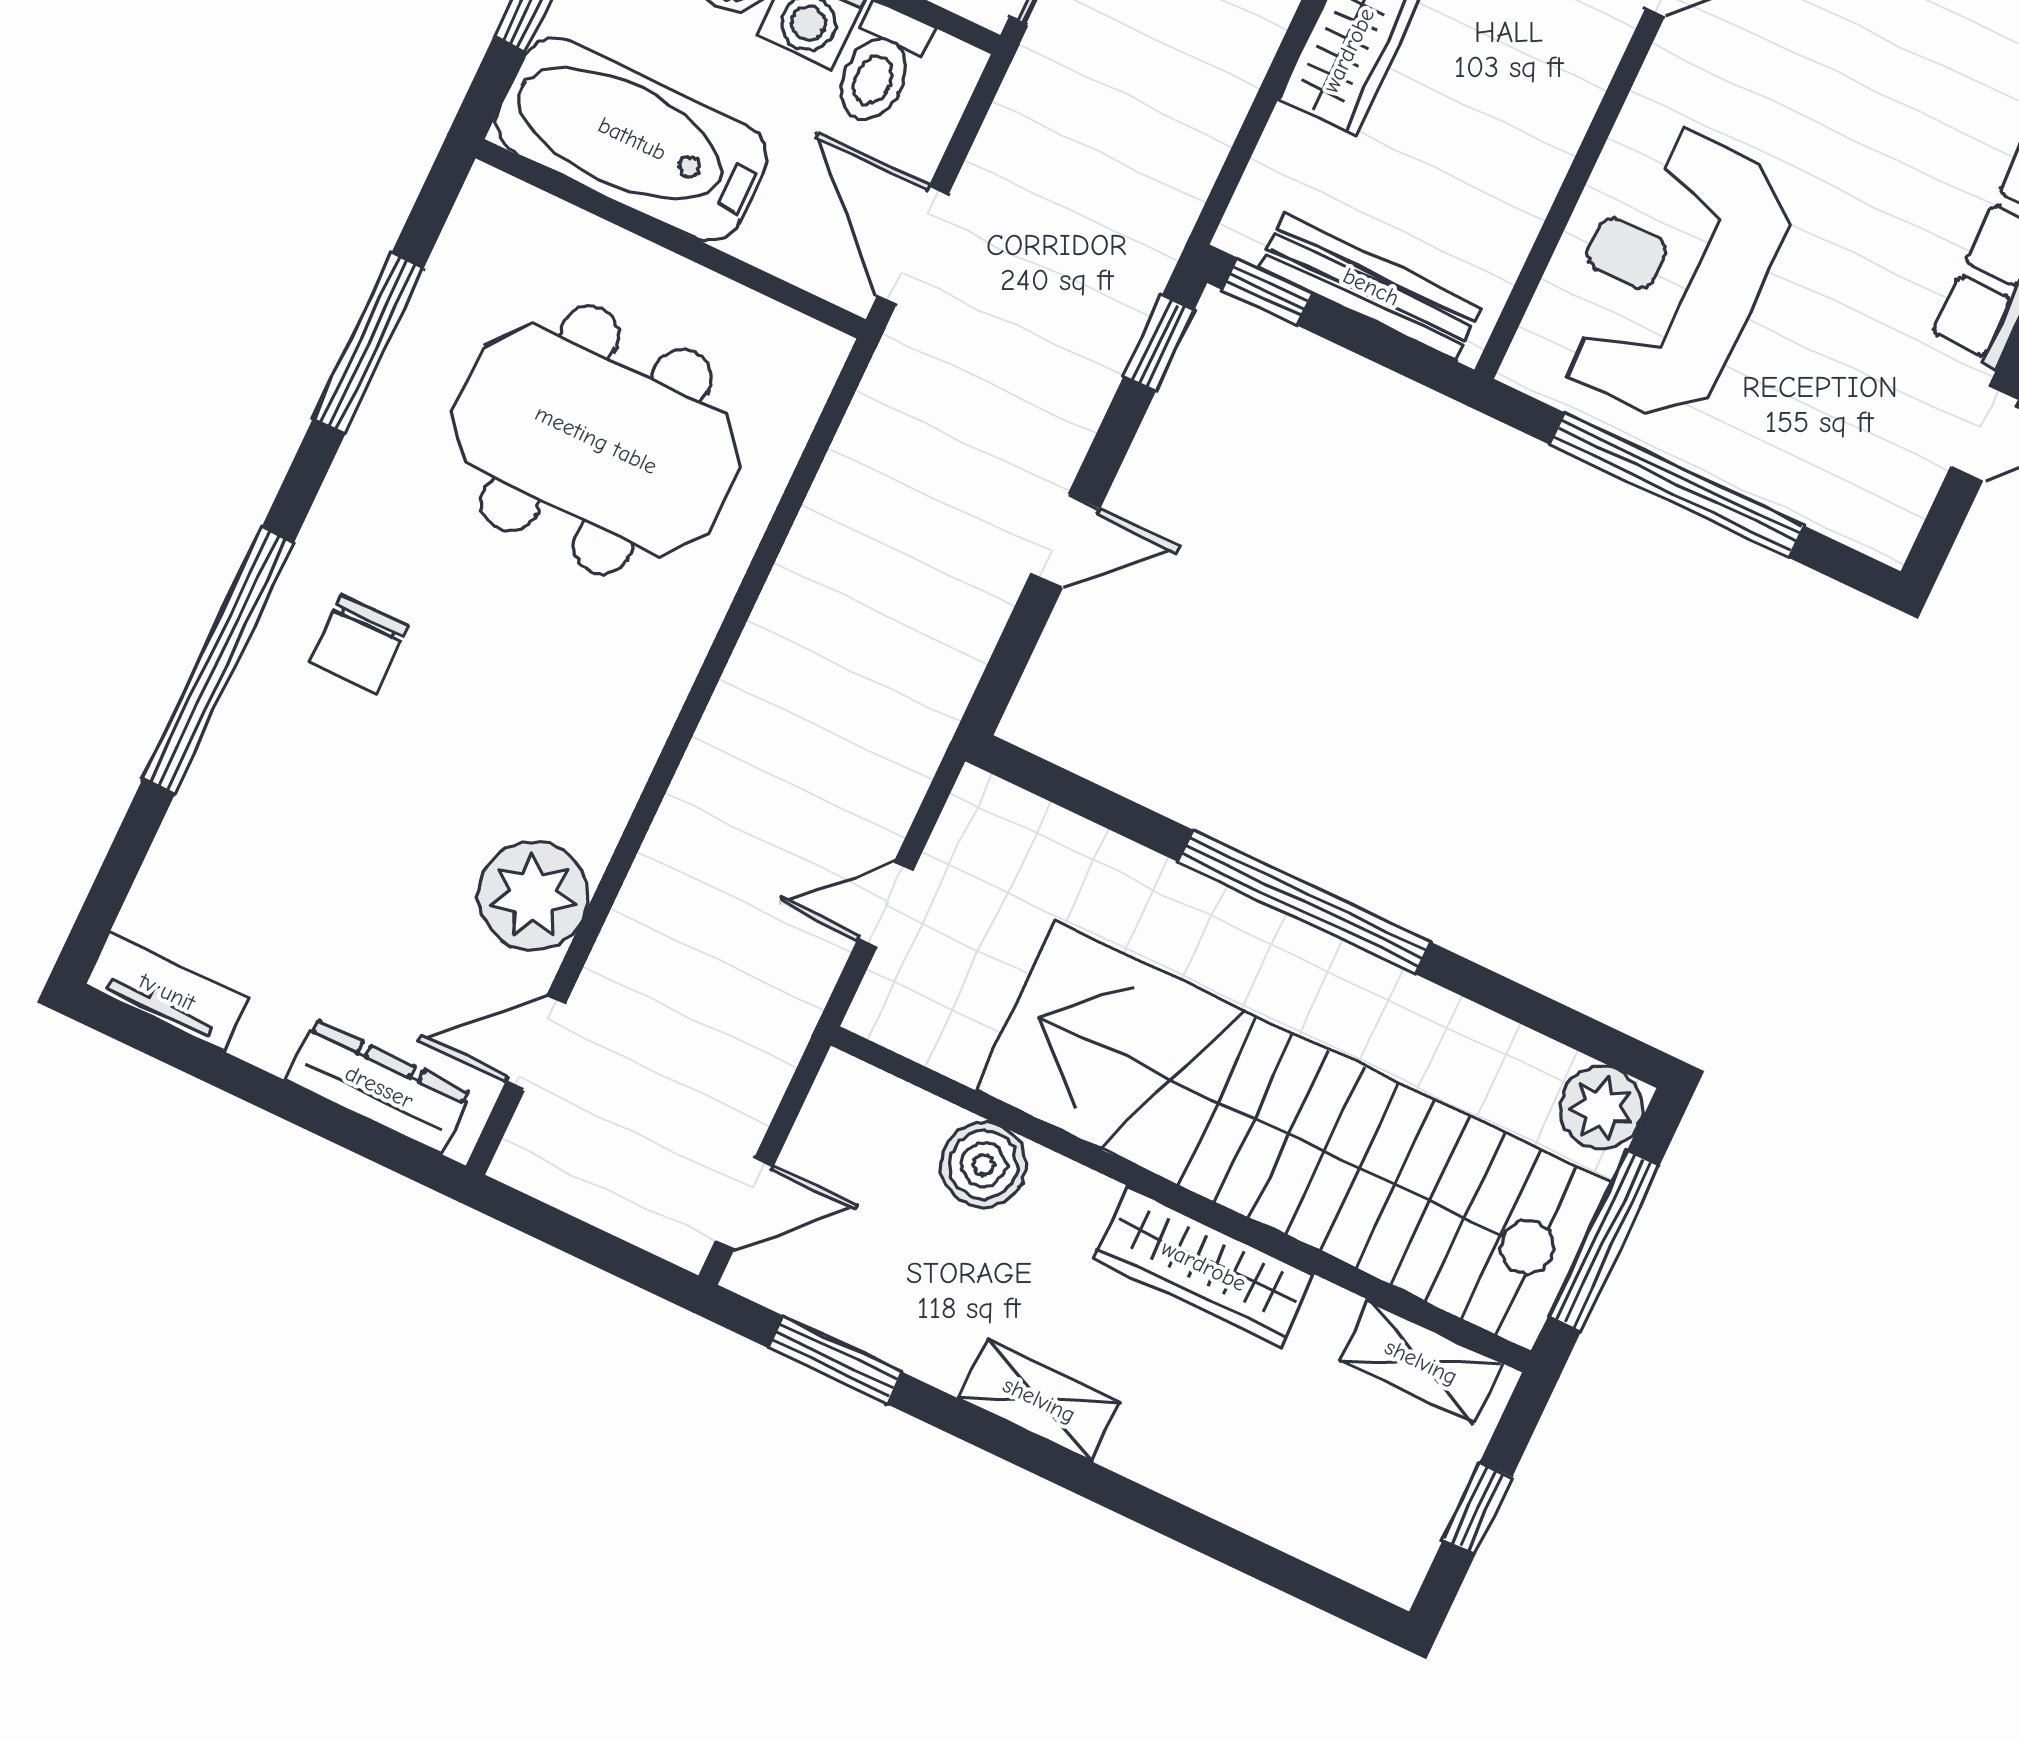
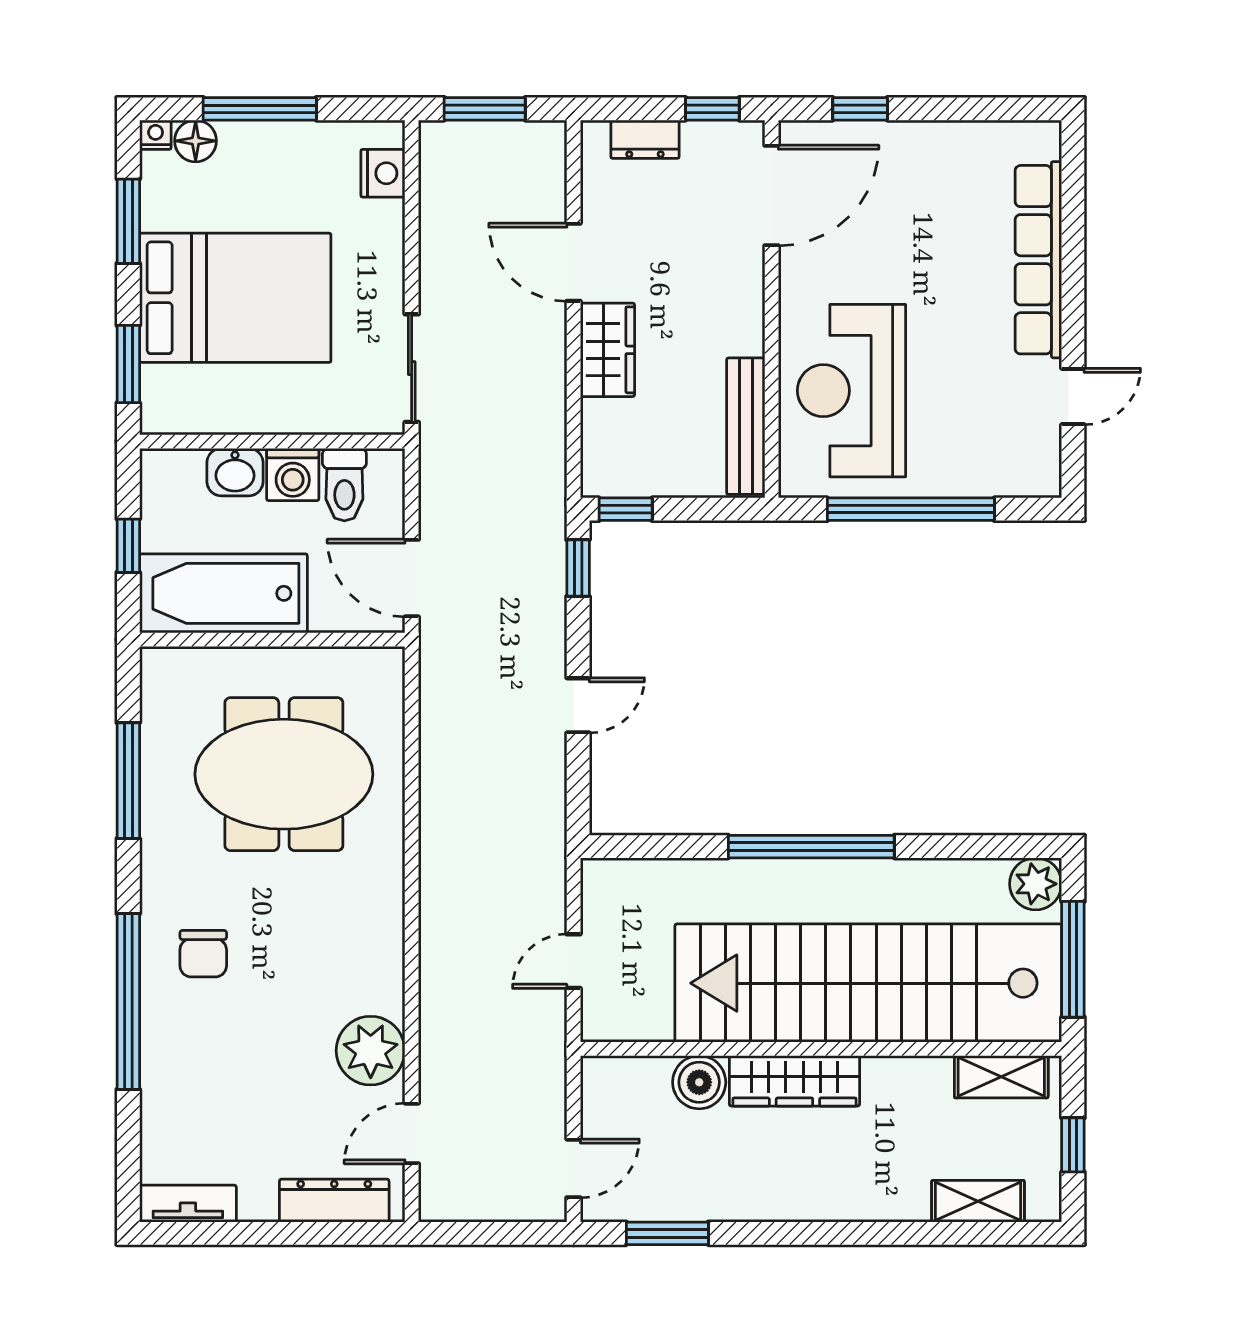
bench: (1371, 287) -> (746, 426), moved, turned 90
wardrobe: (1204, 1266) -> (794, 1081), moved
shelving: (1039, 1400) -> (978, 1201), moved

